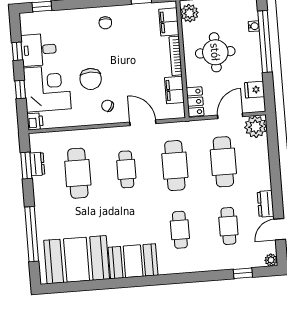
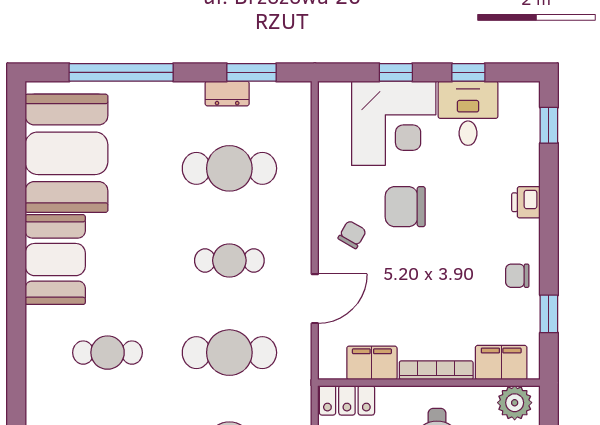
chair: (105, 23) -> (517, 276), moved
printer: (35, 121) -> (526, 202), moved, turned 90
dresser: (37, 164) -> (227, 93), moved

